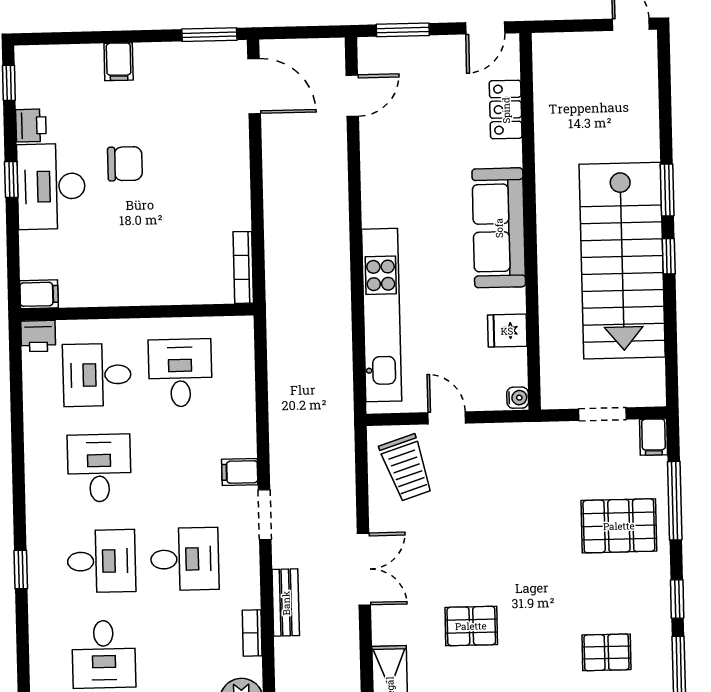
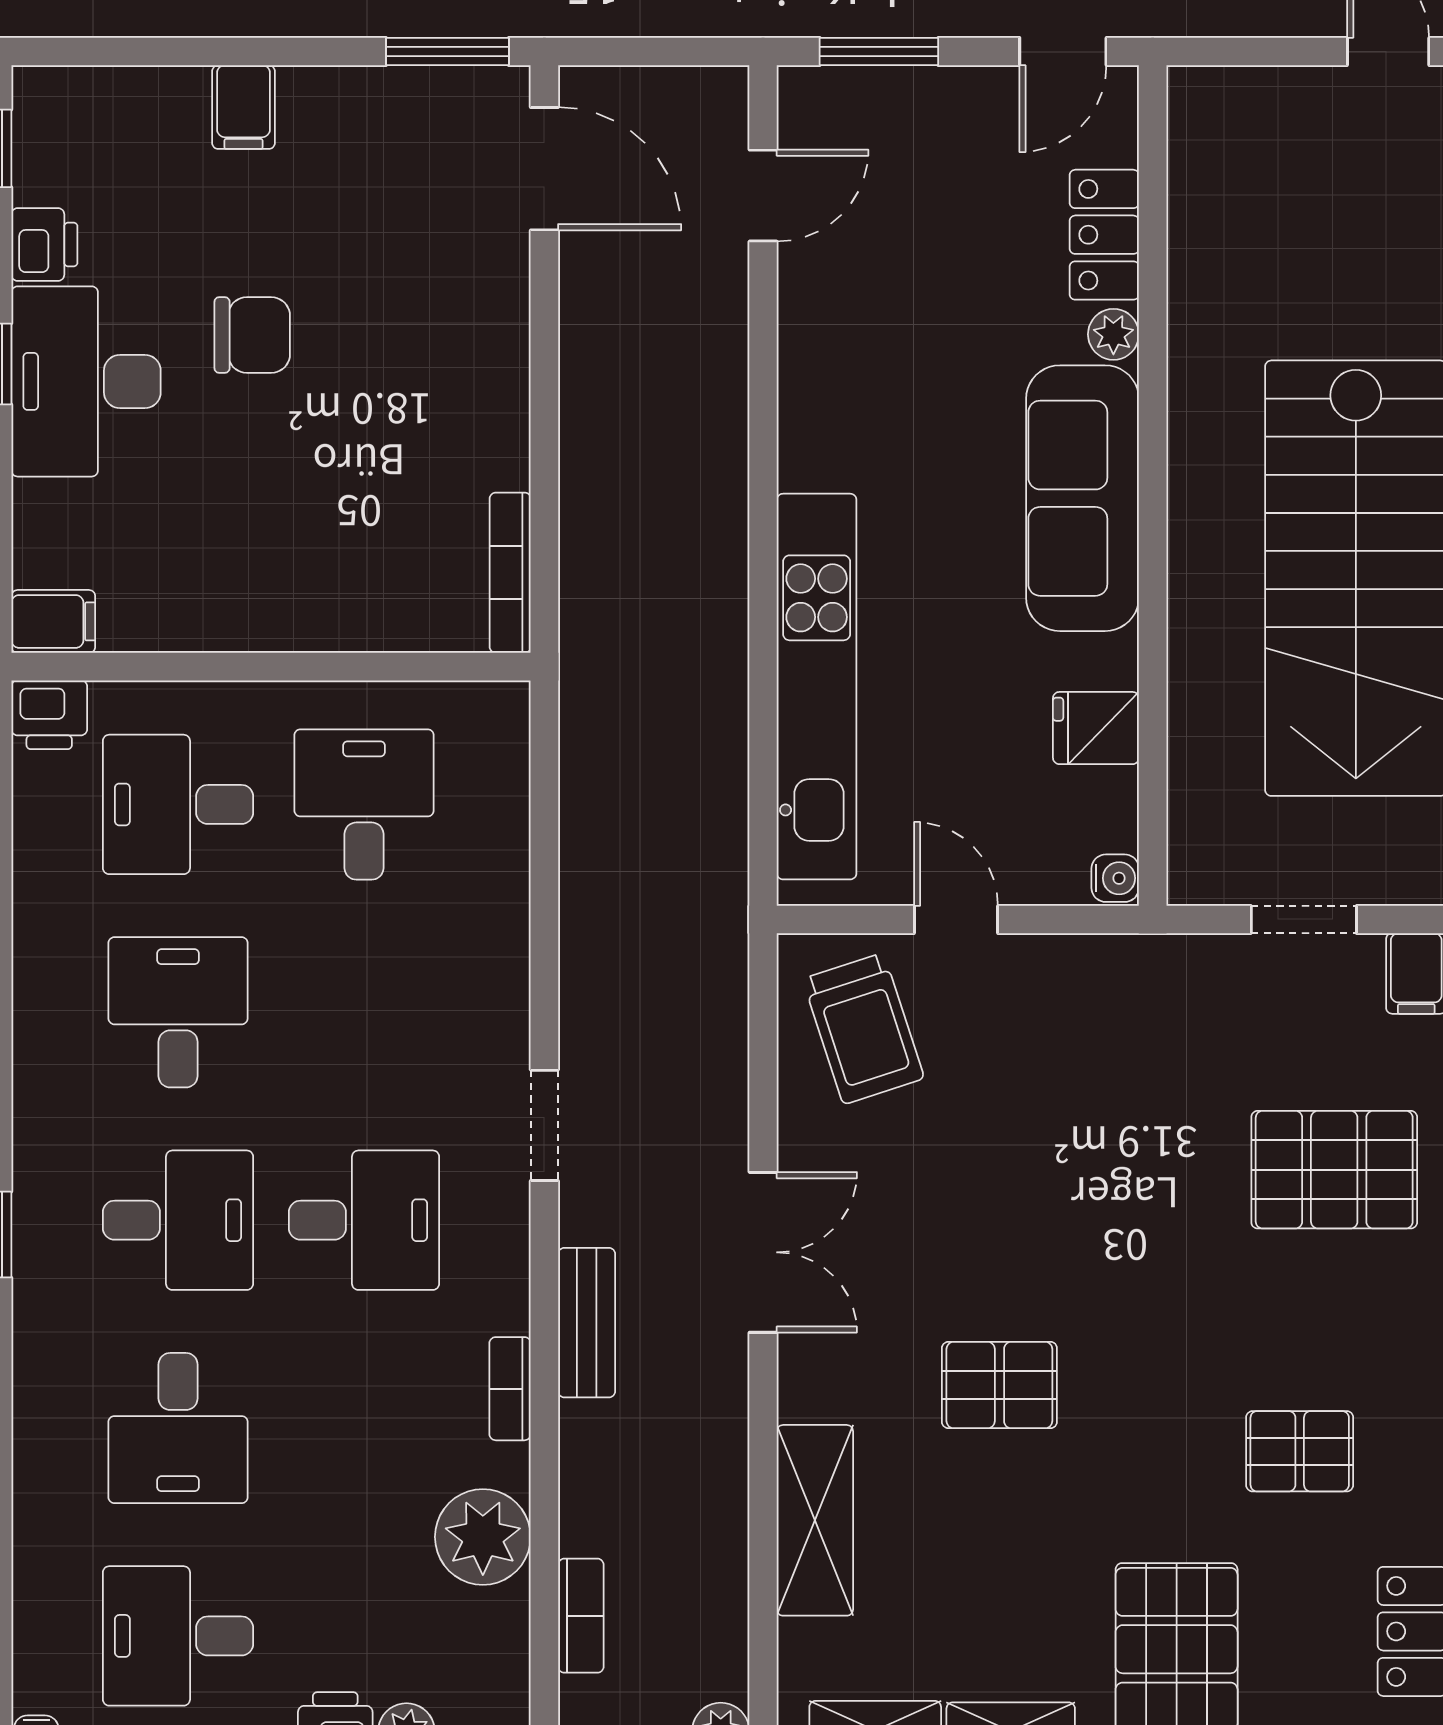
plant: (511, 154) -> (1113, 334), added
filing cabinet: (240, 472) -> (491, 1029), removed

